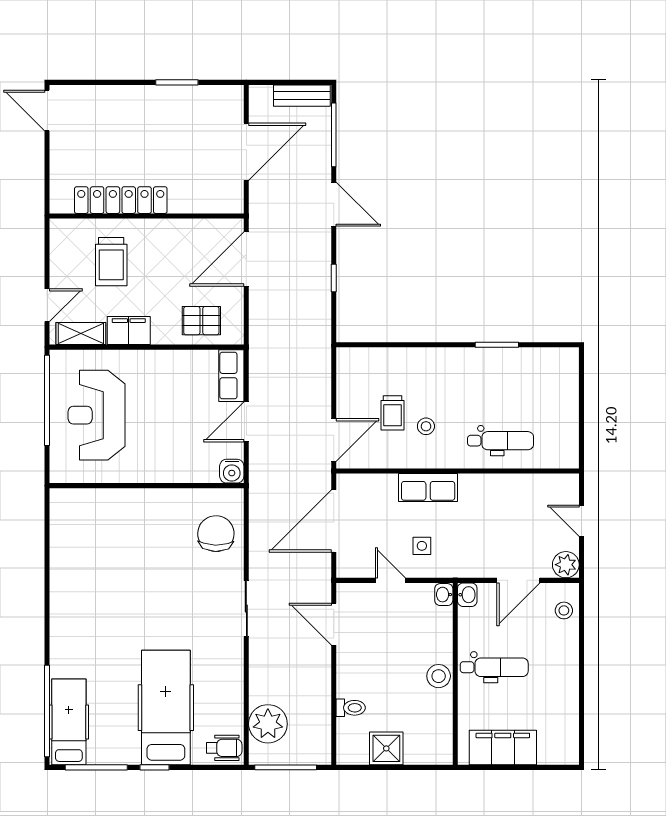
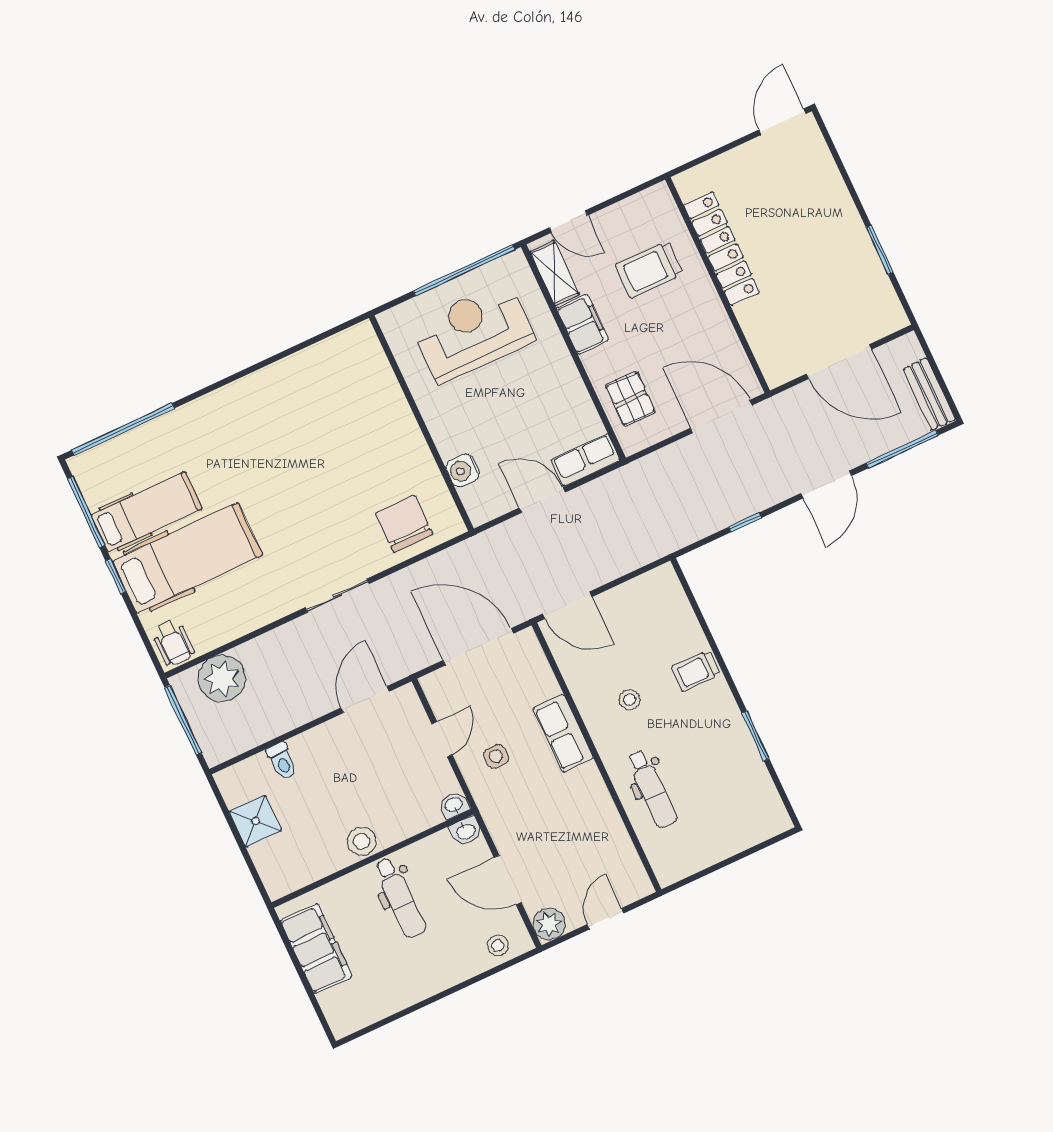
trolley: (392, 413) -> (696, 671), moved
water cooler: (232, 471) -> (463, 470), moved
chair: (216, 534) -> (404, 524), turned -91
hospital bed: (69, 722) -> (147, 512), moved

